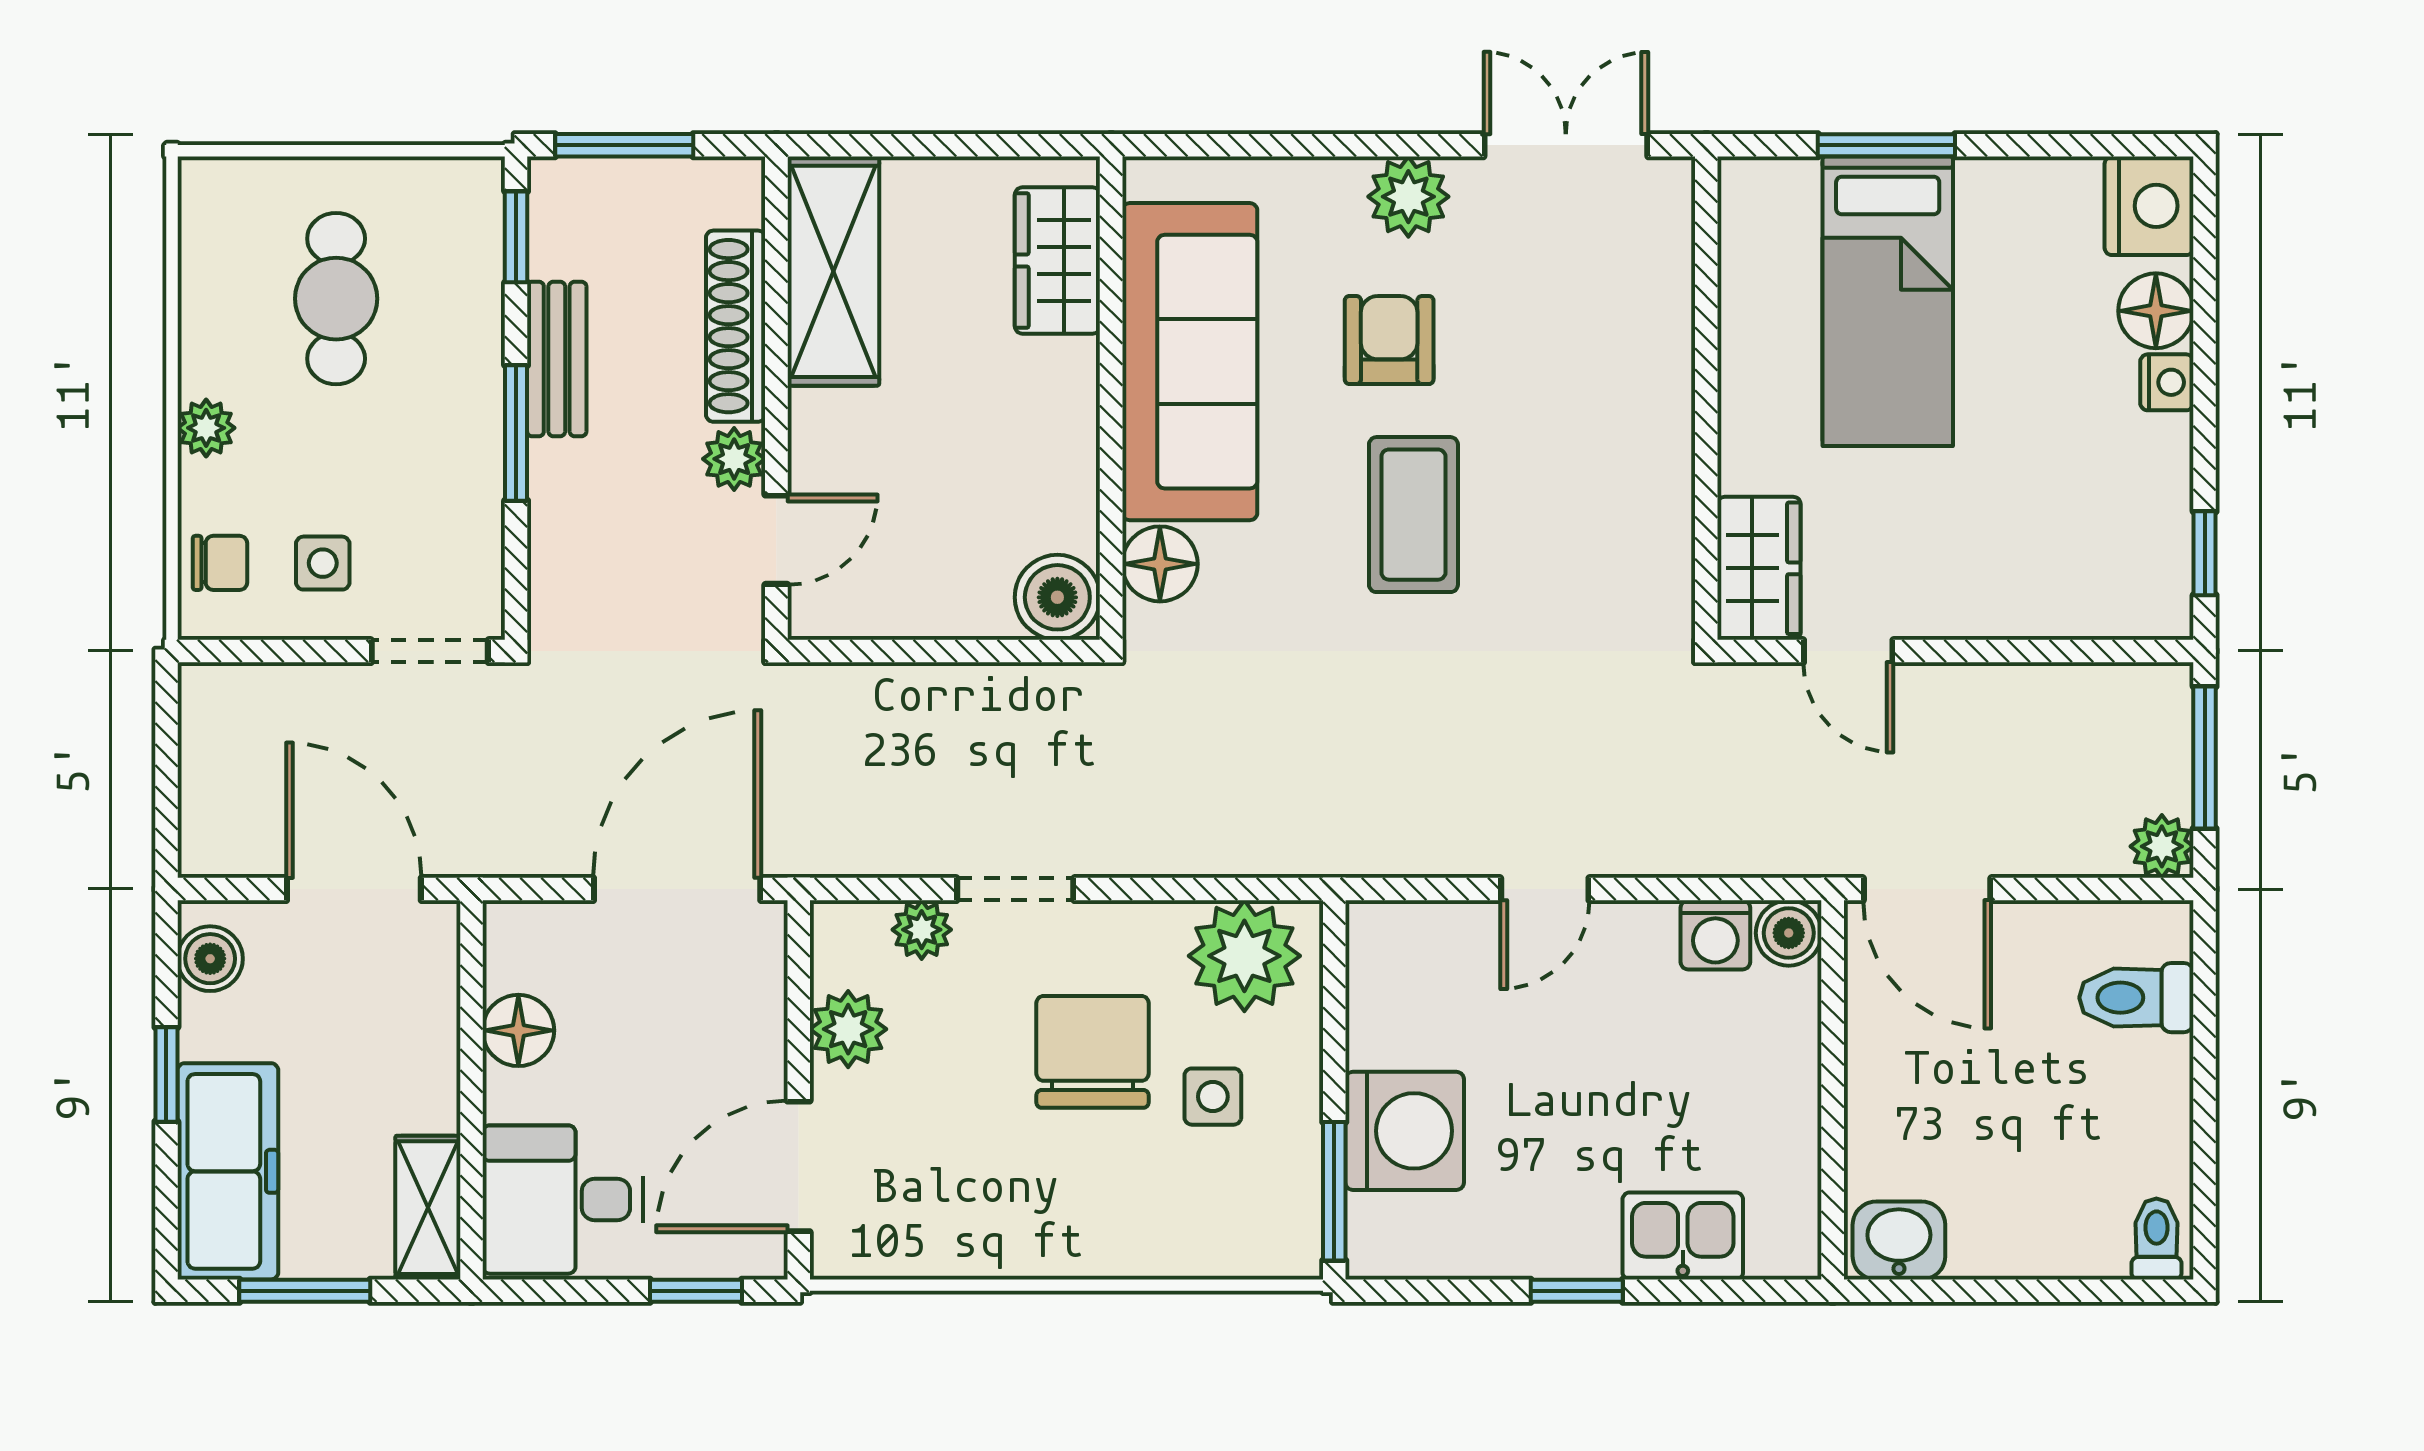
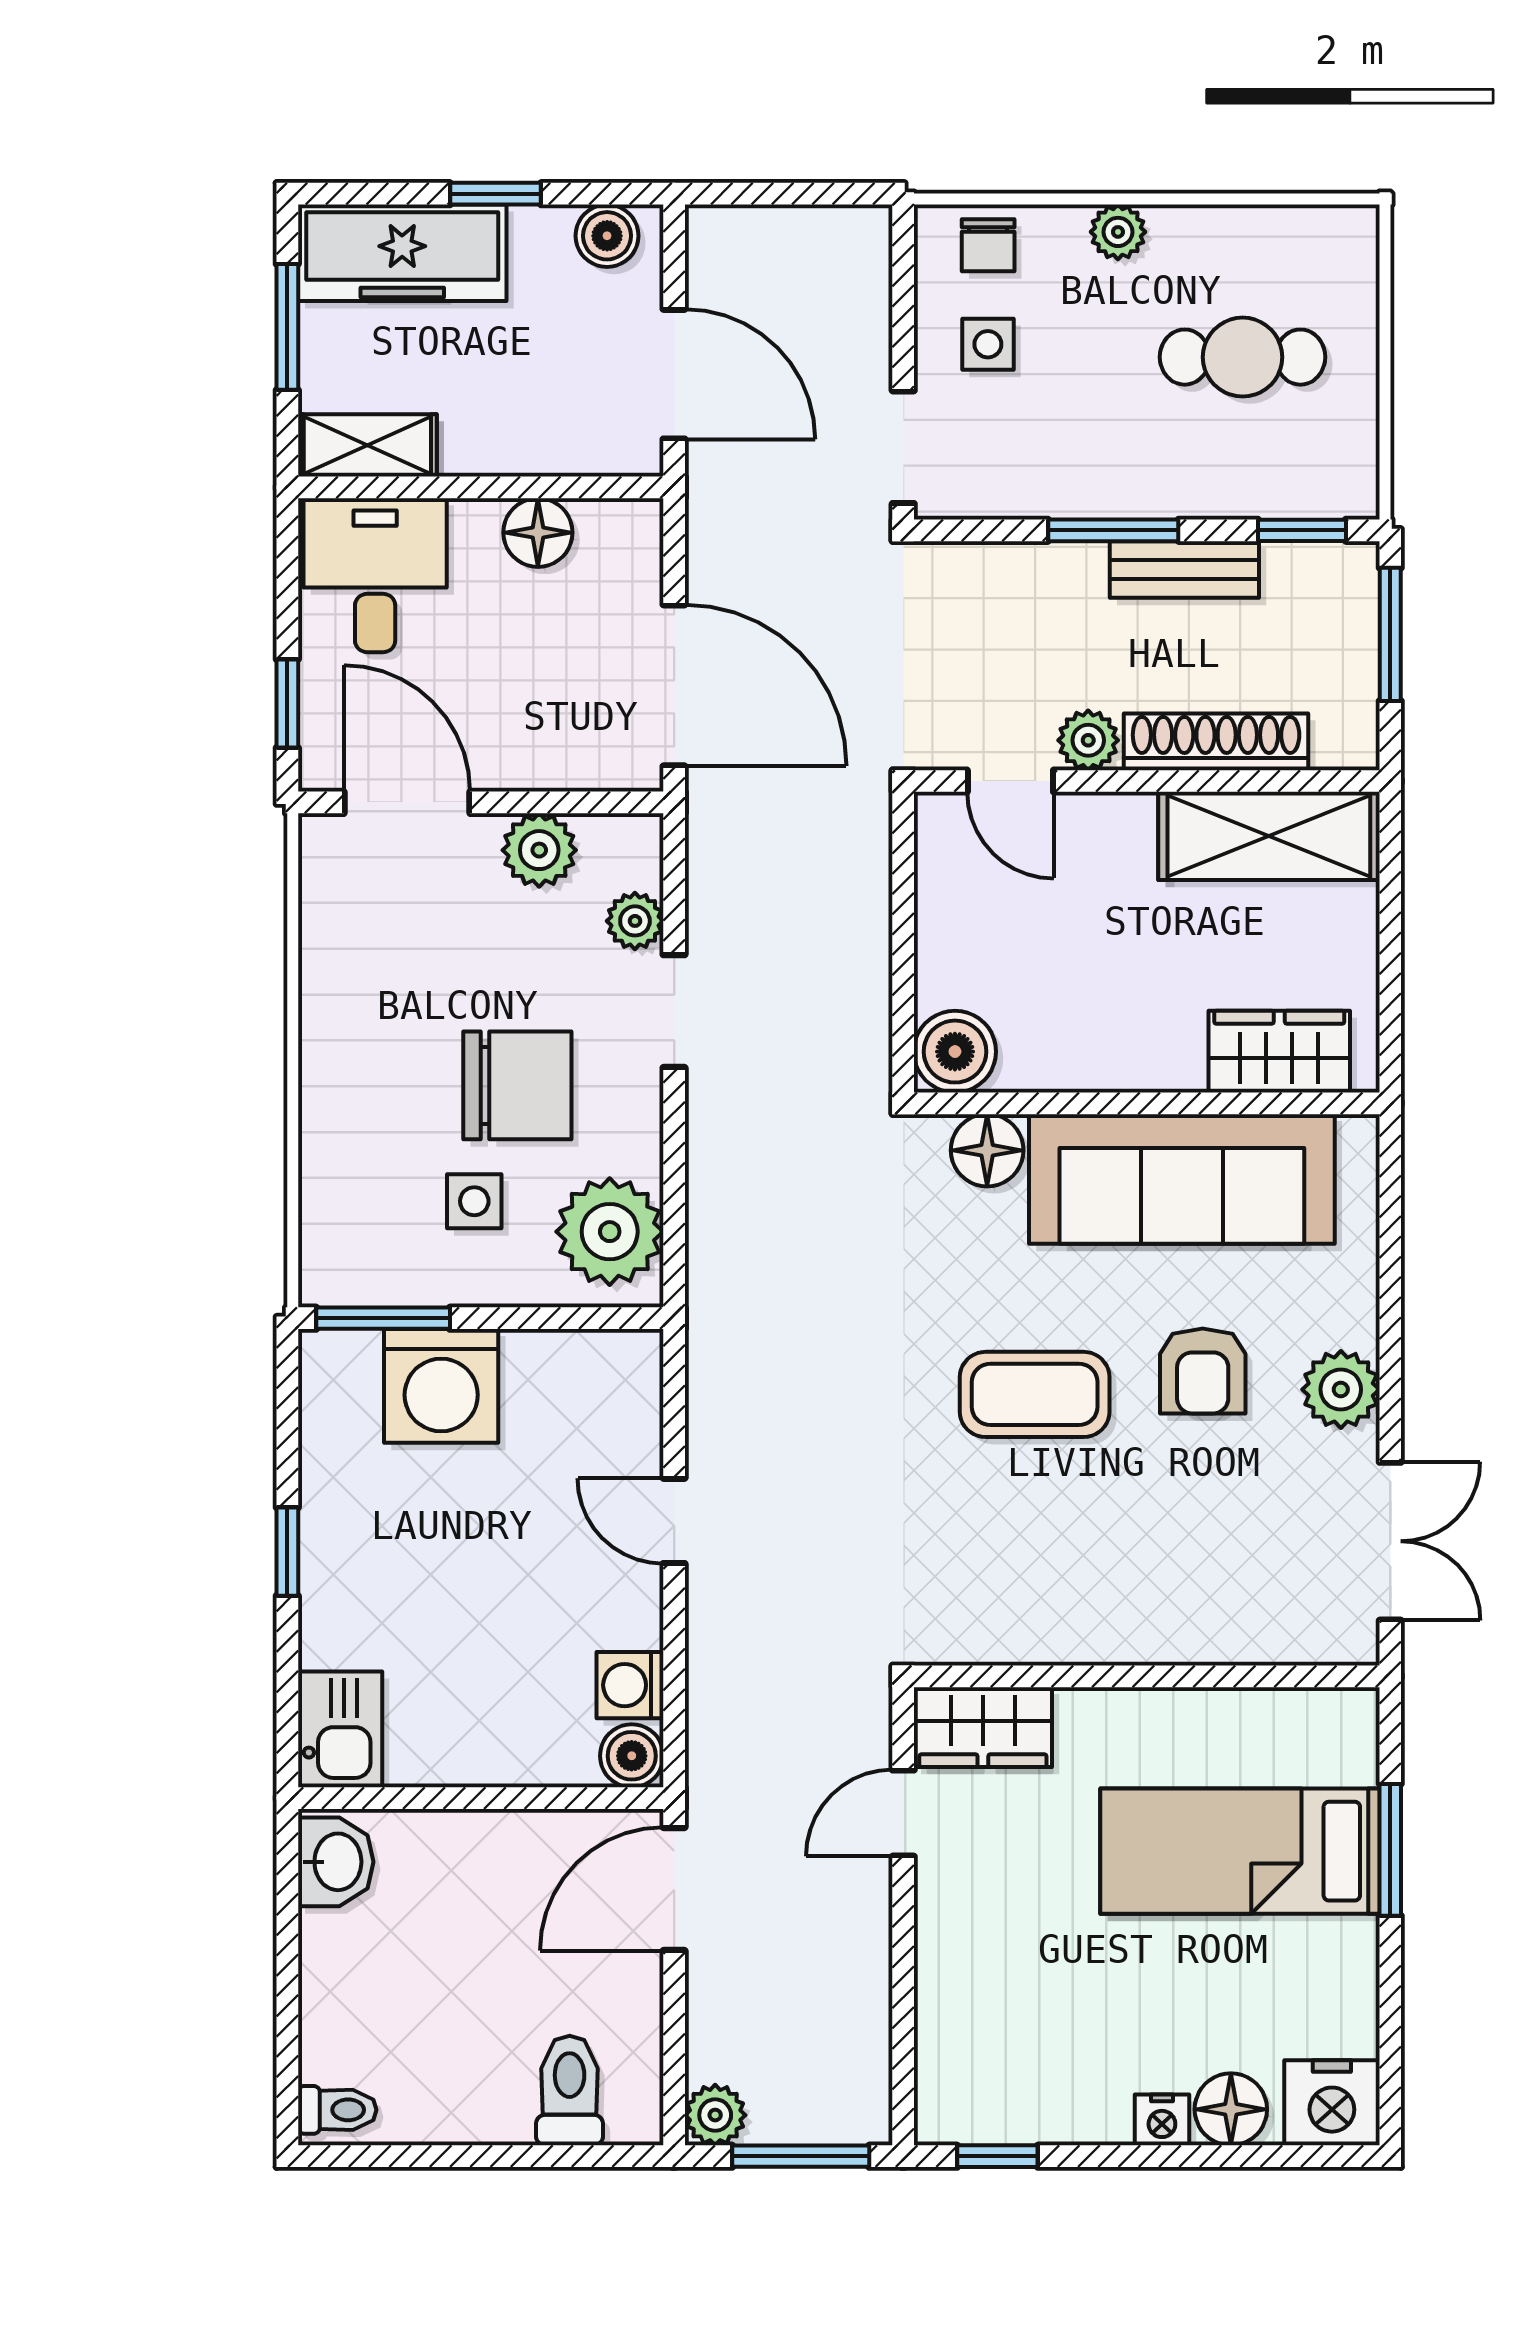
armchair: (1389, 340) -> (1203, 1371), turned 90
door: (354, 889) -> (674, 374), hinge flipped
kitchen sink: (1683, 1236) -> (340, 1729), moved

